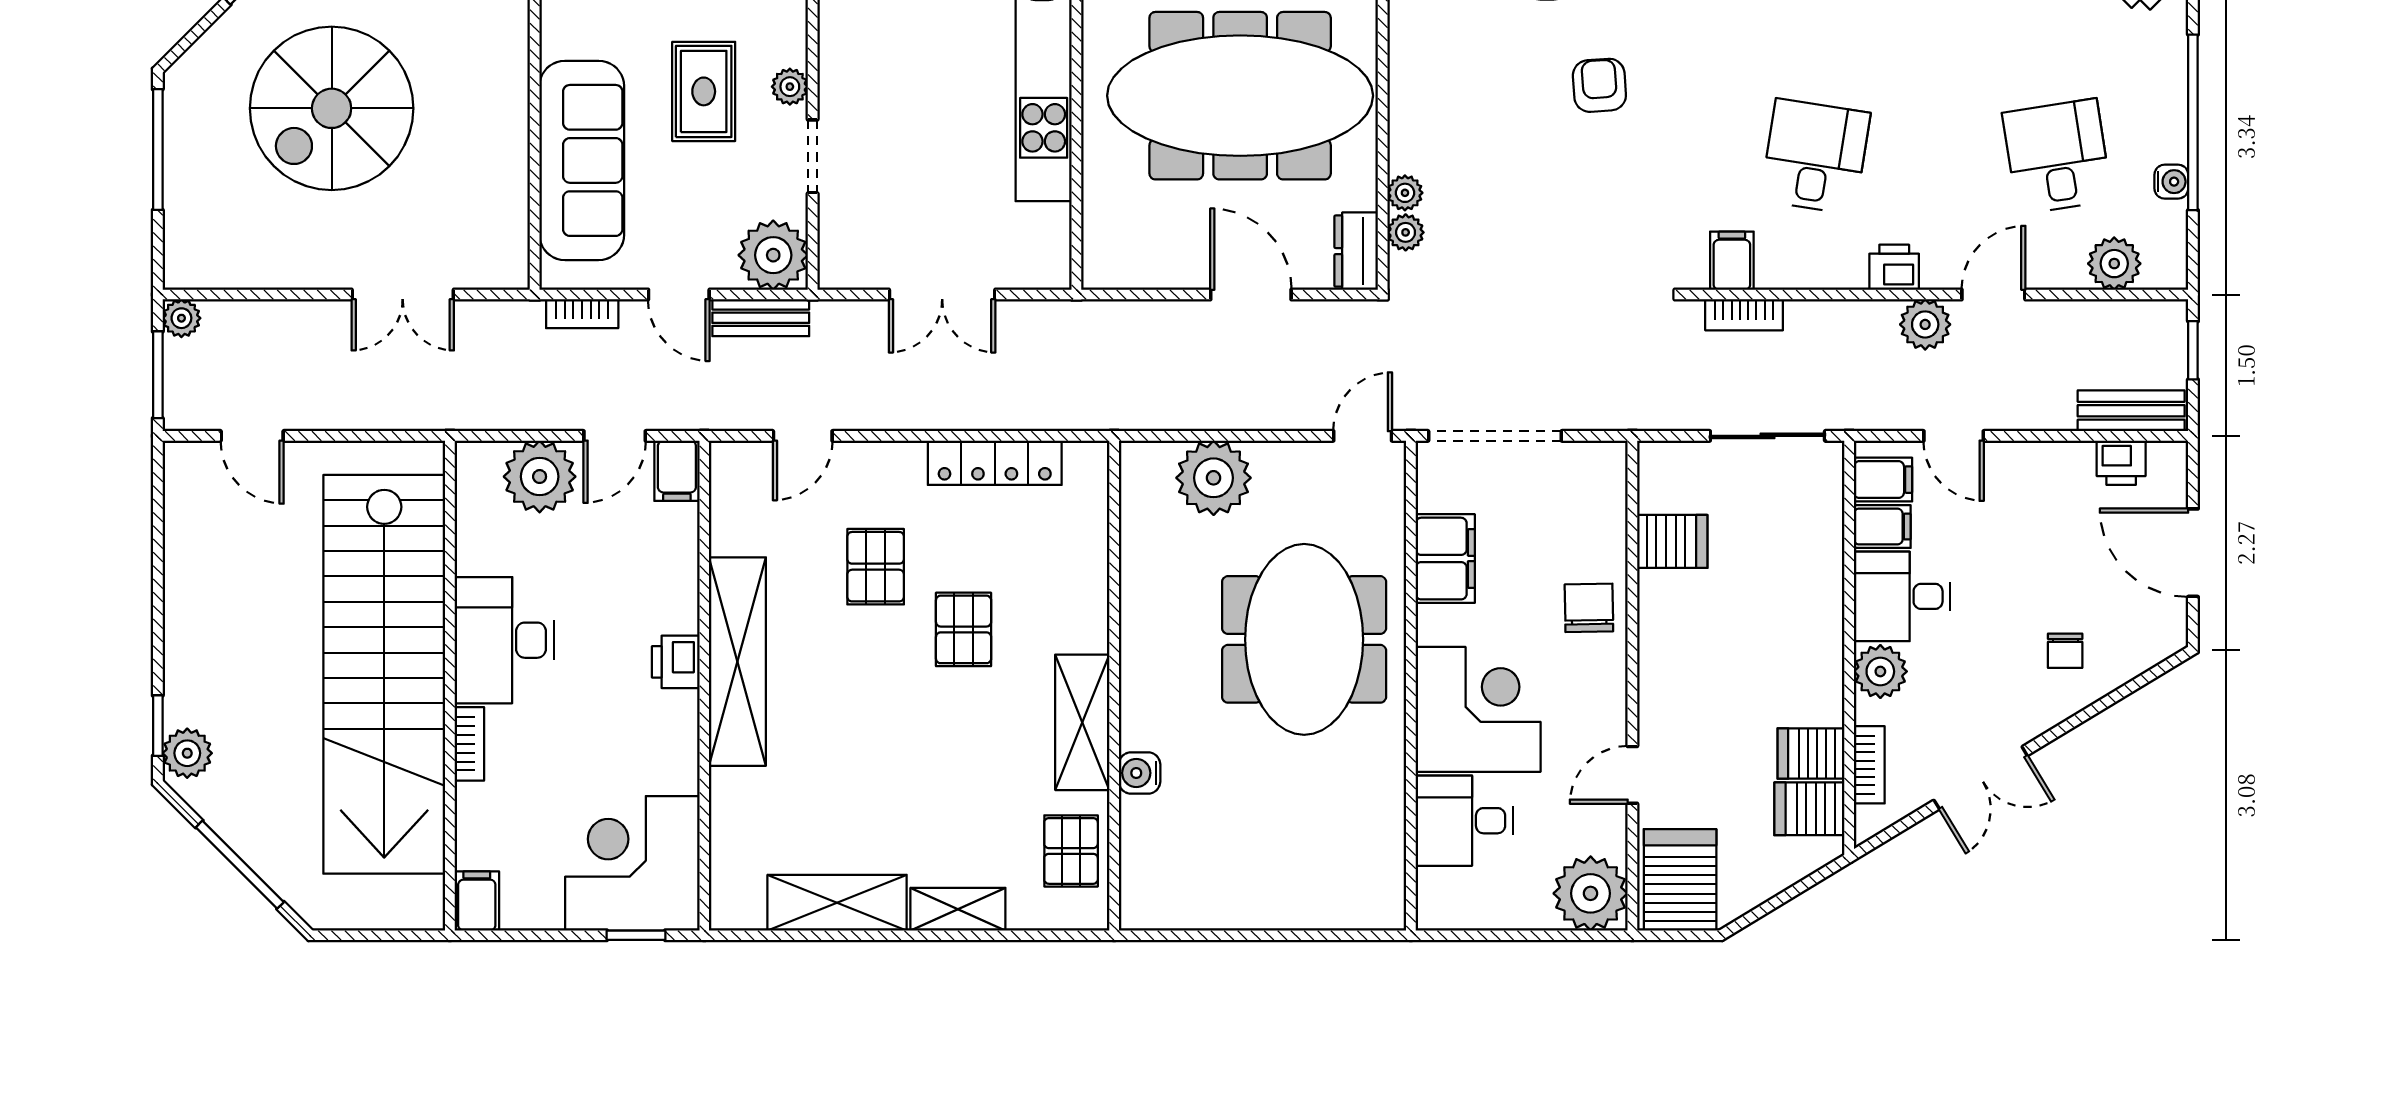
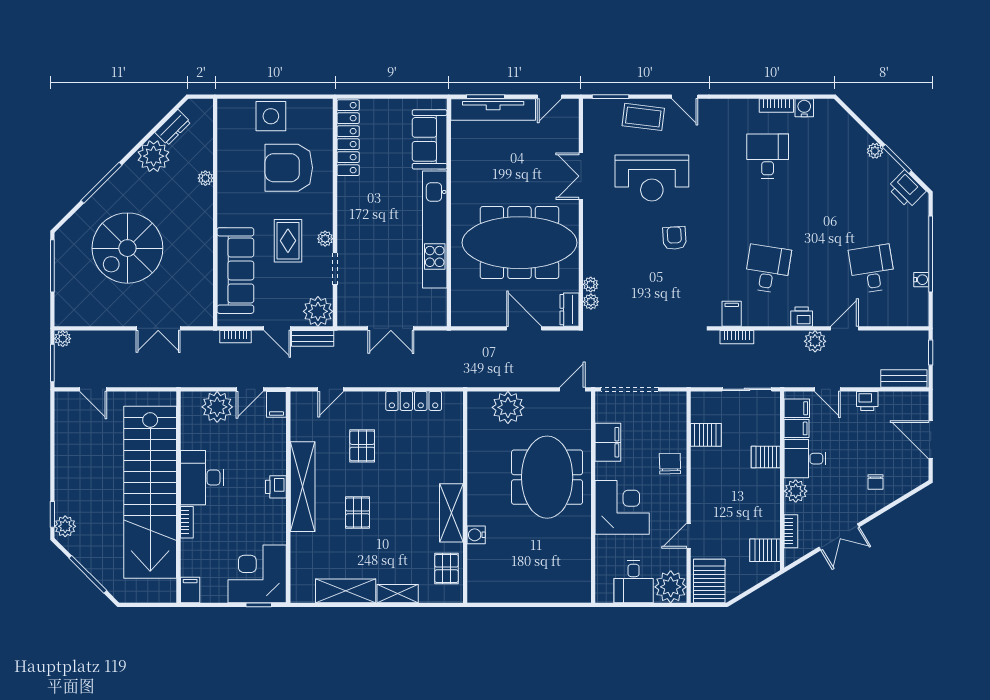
plant: (2114, 264) -> (897, 315), removed
printer: (2121, 463) -> (867, 401), moved
pallet: (964, 629) -> (358, 512), moved
server rack: (1811, 753) -> (766, 457), moved
desk: (1464, 821) -> (634, 582), moved, turned -90

